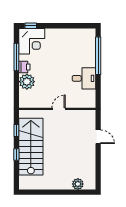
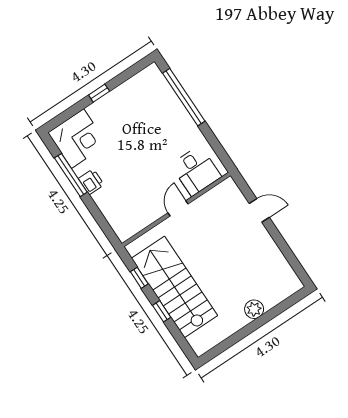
window: (31, 26) -> (99, 93), moved
desk: (84, 78) -> (196, 171), moved, turned 90
plant: (27, 82) -> (108, 200), removed
plant: (78, 184) -> (254, 309), moved

